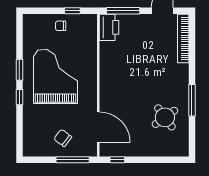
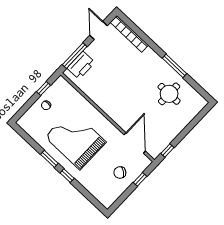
printer: (109, 27) -> (81, 65), moved, turned 90
round table: (165, 117) -> (169, 94), turned 36
door: (98, 127) -> (135, 143), hinge flipped
window: (73, 160) -> (140, 179), width x0.46

